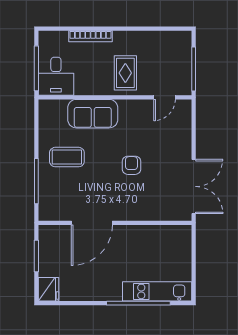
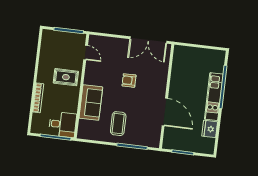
double door: (194, 186) -> (148, 40), swing flipped
fridge: (48, 289) -> (210, 129), moved, turned -90
kitchen unit: (157, 291) -> (214, 97), moved

